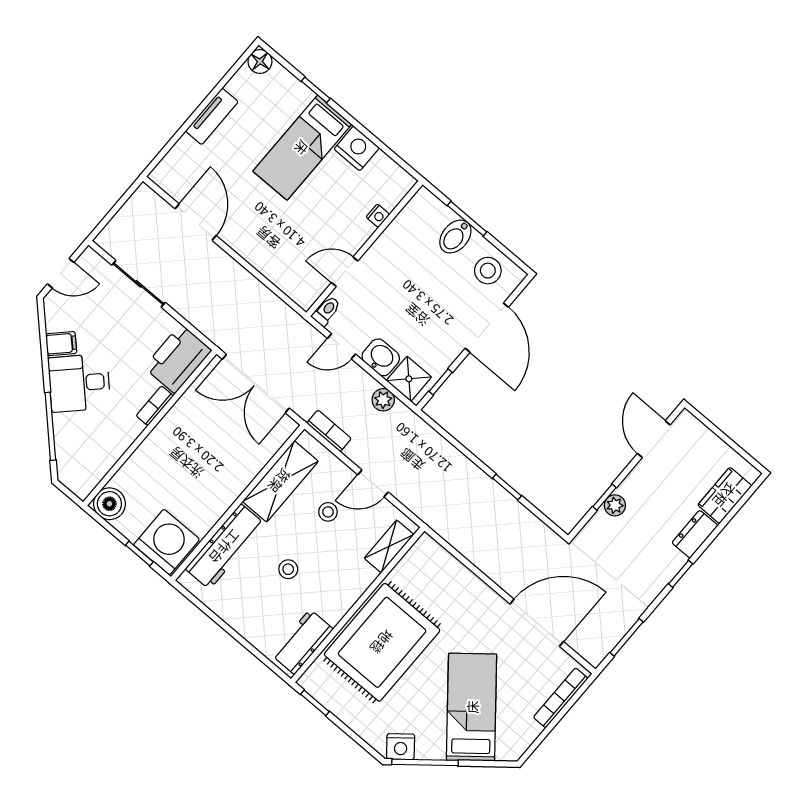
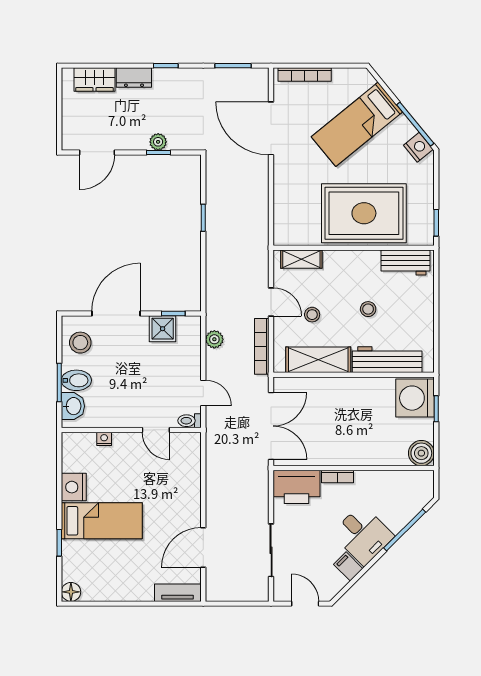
tv unit: (212, 116) -> (178, 593), moved
washbasin: (381, 357) -> (73, 406), moved, turned 180
shower: (409, 379) -> (163, 329), moved
bookcase: (329, 431) -> (262, 346), width x1.56

